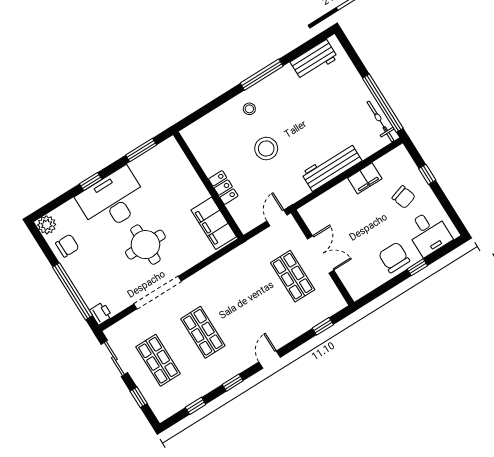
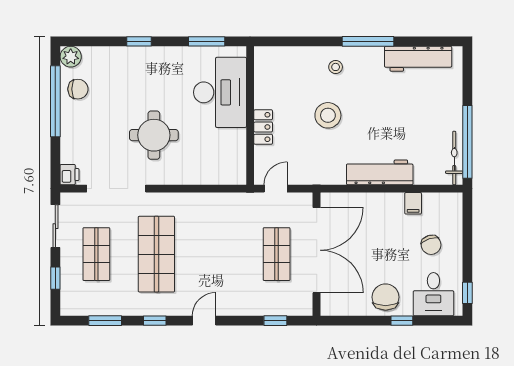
workbench: (314, 60) -> (418, 59), width x1.38
window: (427, 174) -> (467, 293), moved
filing cabinet: (365, 178) -> (413, 203), width x0.50
desk: (112, 200) -> (220, 92), moved, turned 90
door: (277, 218) -> (276, 189), moved
filing cabinet: (214, 223) -> (232, 156), removed
double door: (321, 255) -> (317, 250), width x1.87
window: (72, 291) -> (55, 101), moved
doorway: (158, 292) -> (116, 189), moved
shop shelf: (203, 332) -> (156, 254), width x1.43, depth x1.36
window: (196, 406) -> (105, 321), width x1.50

